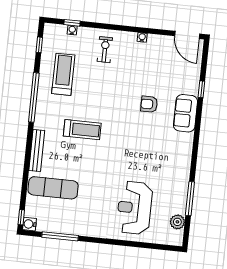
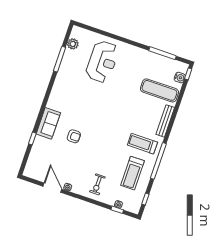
door: (187, 35) -> (52, 188), moved
treadmill: (82, 130) -> (142, 144), moved
water cooler: (30, 224) -> (180, 78), moved

